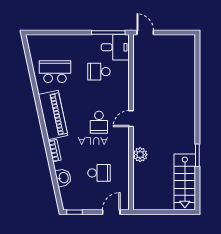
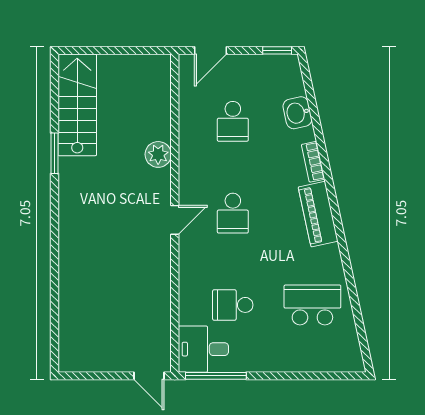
school desk: (55, 72) -> (312, 305), turned 180
school desk: (99, 72) -> (233, 305), turned 180
piano: (53, 115) -> (318, 214), width x0.73, depth x0.75
school desk: (99, 122) -> (233, 213), turned 180
school desk: (99, 173) -> (233, 121), turned -90

